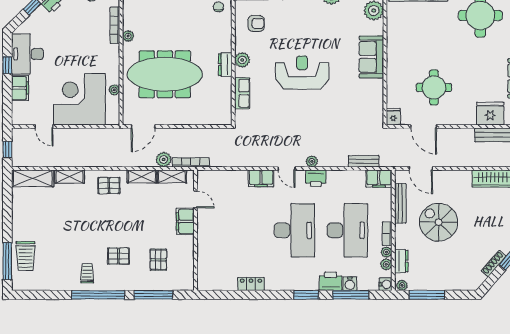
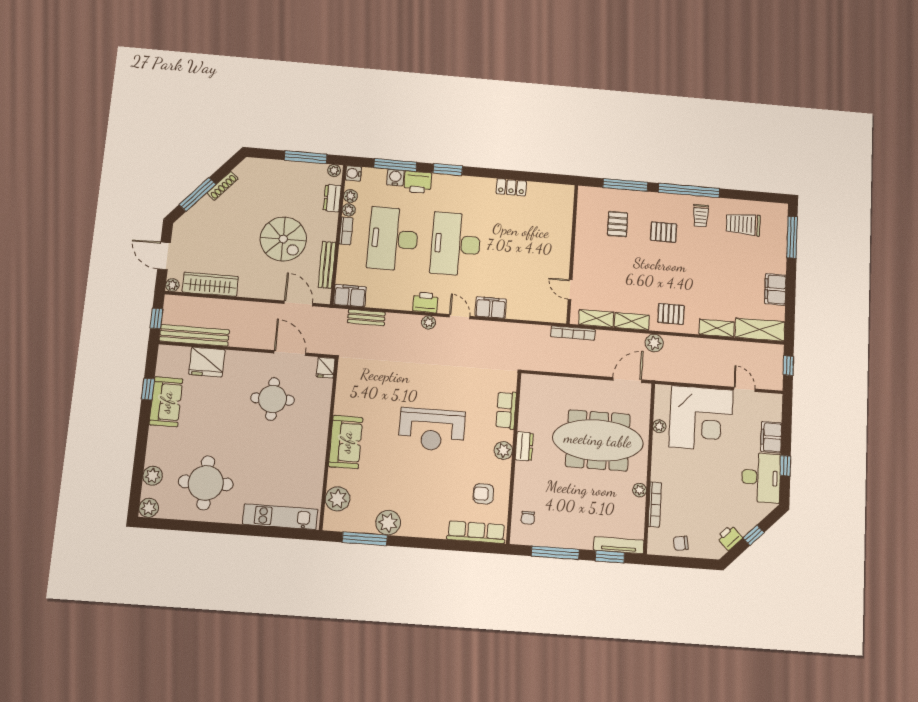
plant: (164, 160) -> (654, 343), moved
filing cabinet: (185, 221) -> (775, 289), moved, turned 180
trolley: (26, 256) -> (743, 224), moved, turned -90

